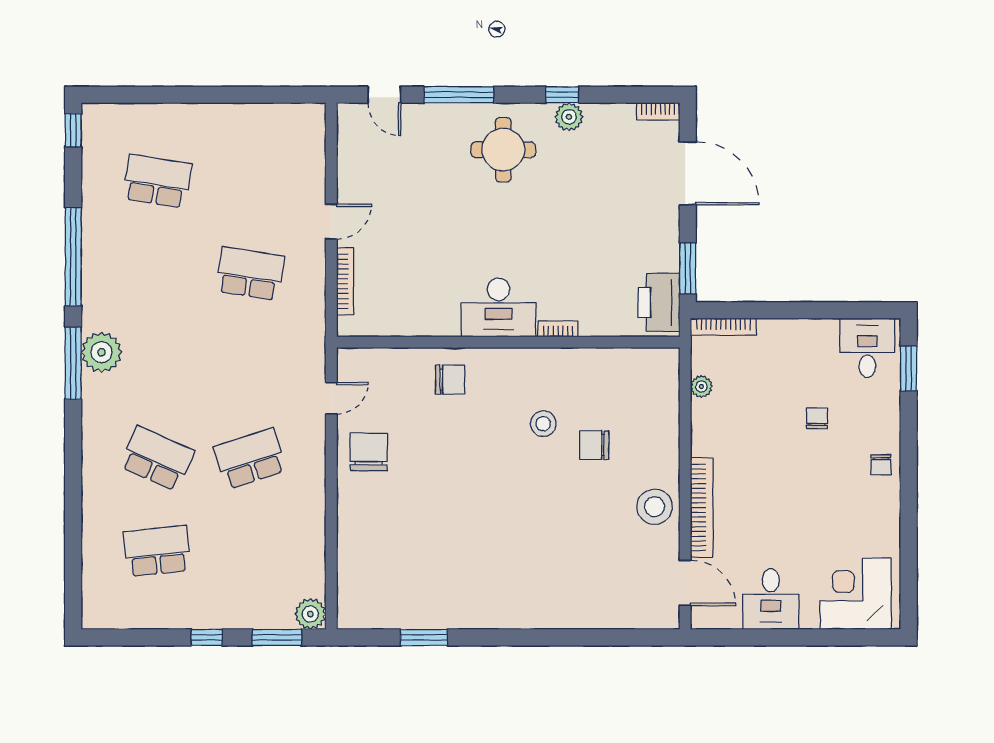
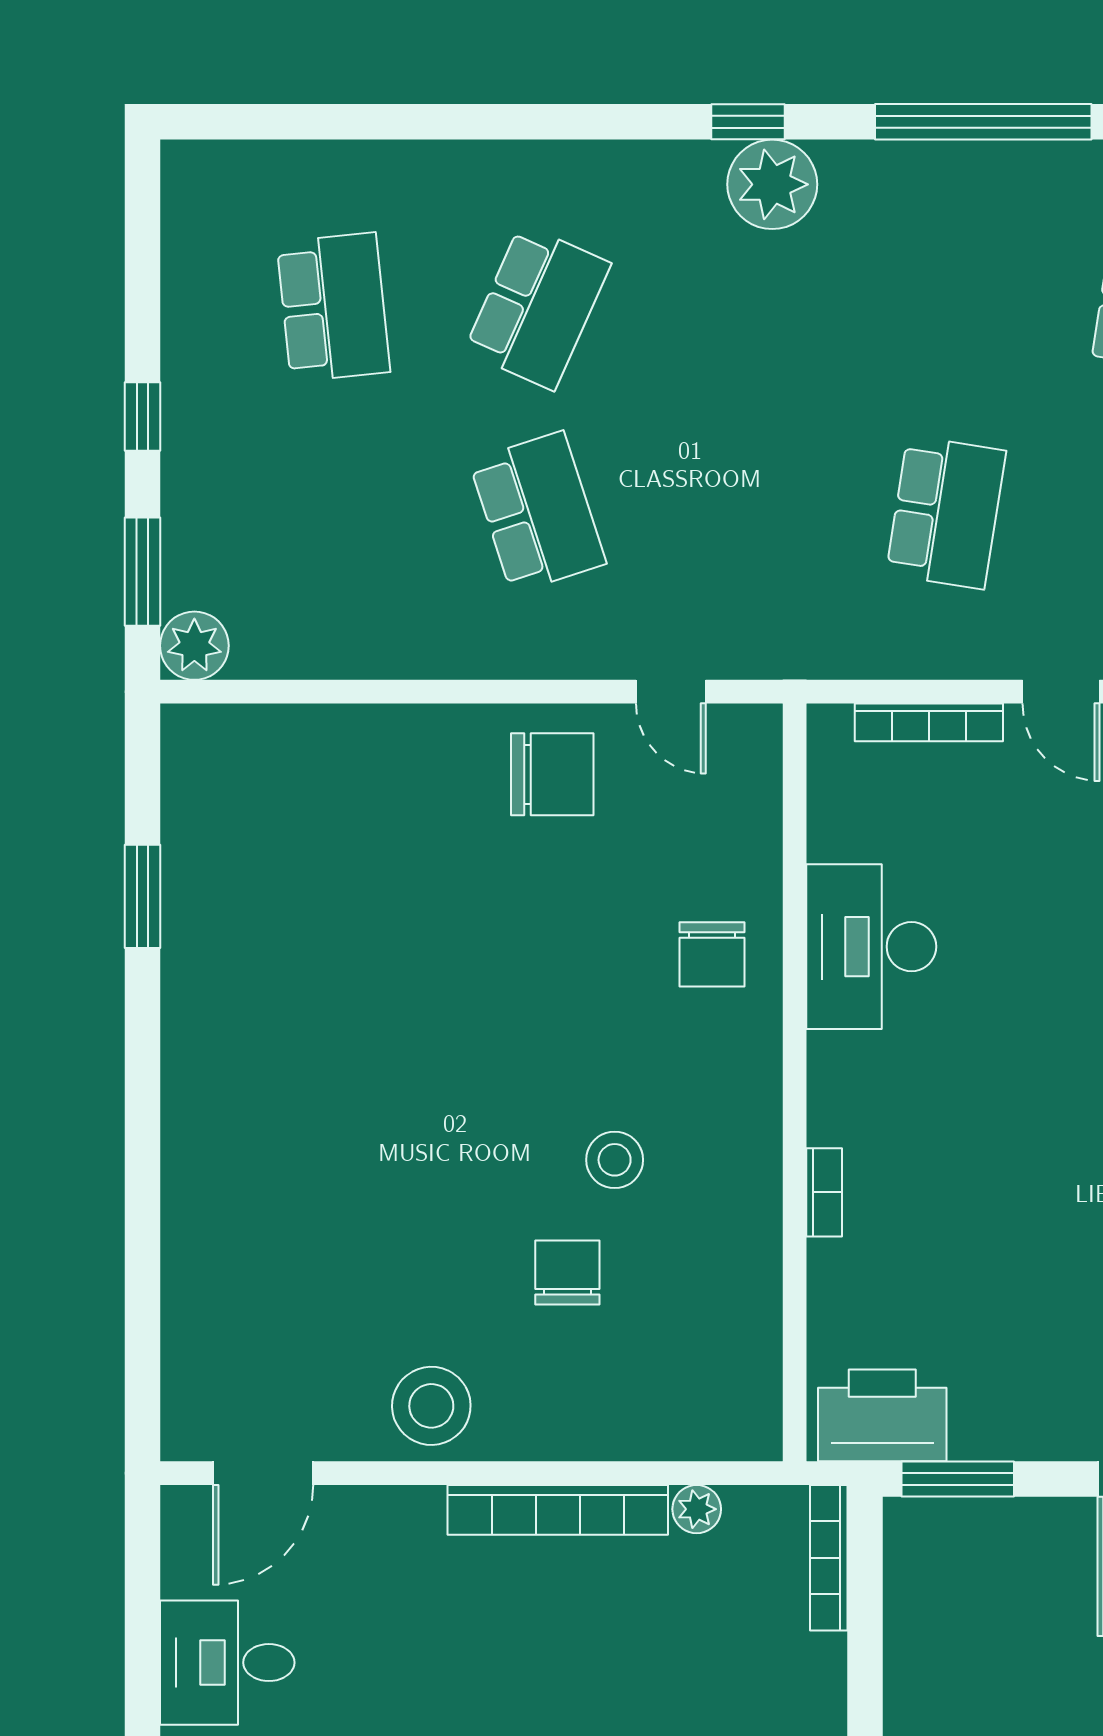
desk: (498, 307) -> (871, 947), moved
window: (73, 363) -> (748, 122), width x0.46
bookcase: (702, 508) -> (558, 1510), moved

